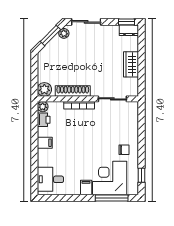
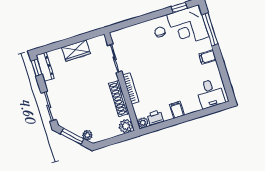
dresser: (129, 30) -> (45, 67), width x1.44
plant: (64, 33) -> (87, 135), moved
corner desk: (110, 178) -> (188, 26), moved

